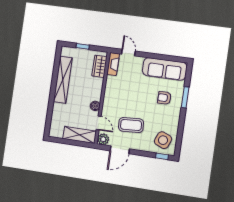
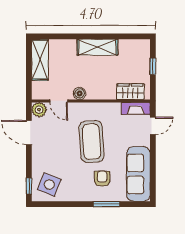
shelving: (63, 80) -> (97, 47), width x0.68
door: (99, 123) -> (59, 101), hinge flipped
coffee table: (131, 125) -> (92, 142), moved, width x1.36, depth x1.32
shelving: (80, 135) -> (40, 60), moved

